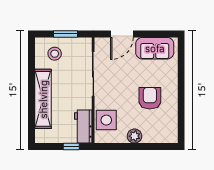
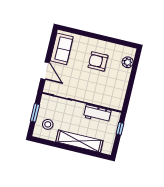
side table: (106, 120) -> (107, 98), removed
workbench: (83, 127) -> (97, 114), moved
plant: (134, 136) -> (128, 62), moved

